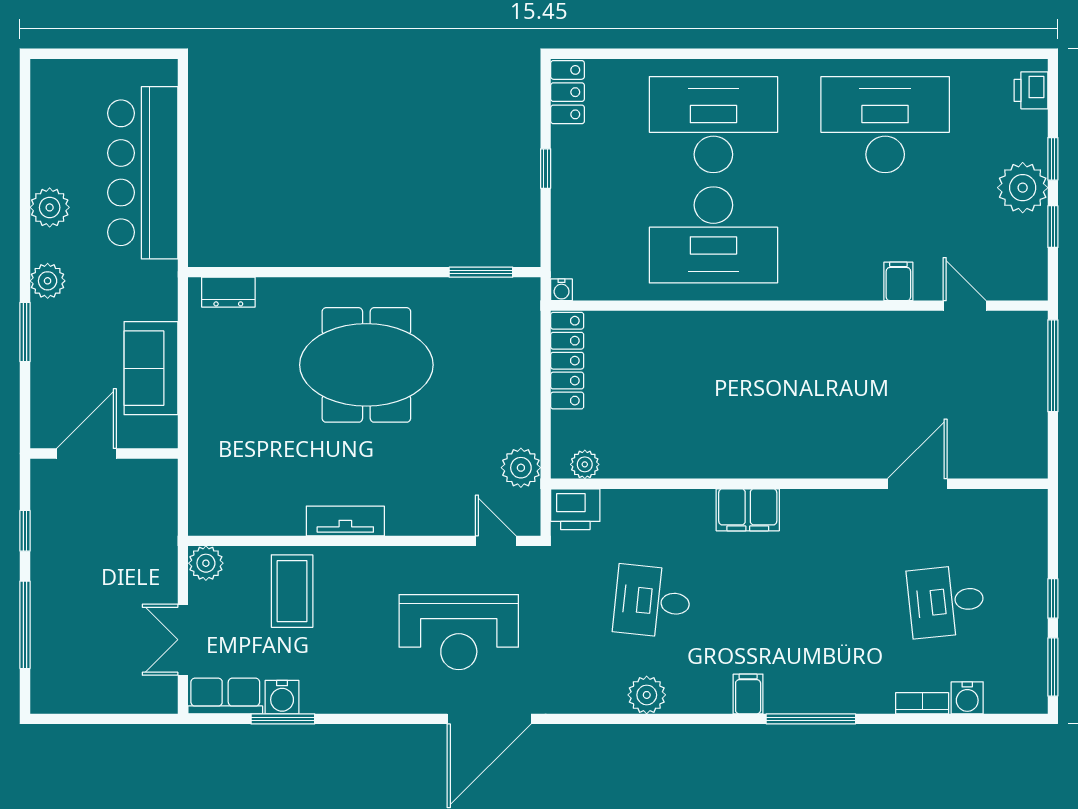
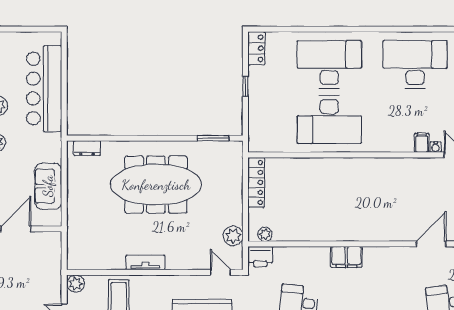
water cooler: (562, 290) -> (436, 147), moved
meeting table: (366, 365) -> (156, 185), width x1.36

